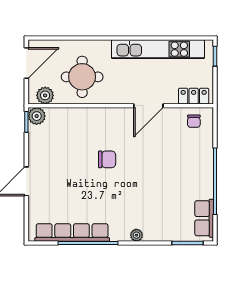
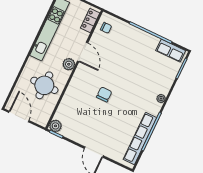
plant: (45, 95) -> (69, 64), moved

